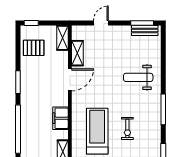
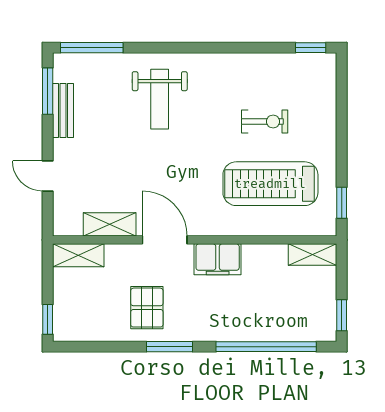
bench: (145, 30) -> (63, 111), moved
pallet: (34, 48) -> (147, 308), moved
window: (163, 109) -> (92, 48), moved
filing cabinet: (60, 118) -> (218, 259), moved

